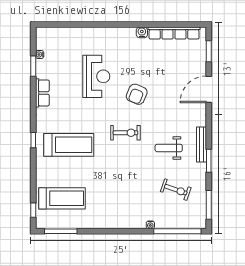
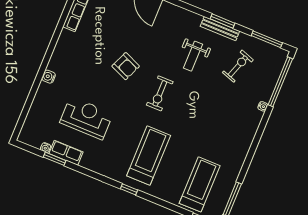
water cooler: (142, 32) -> (49, 77), moved
reception desk: (96, 76) -> (86, 118), moved
row of seats: (42, 93) -> (66, 153), moved
exercise bike: (125, 133) -> (160, 93), turned 180
bench: (202, 144) -> (220, 29), moved

